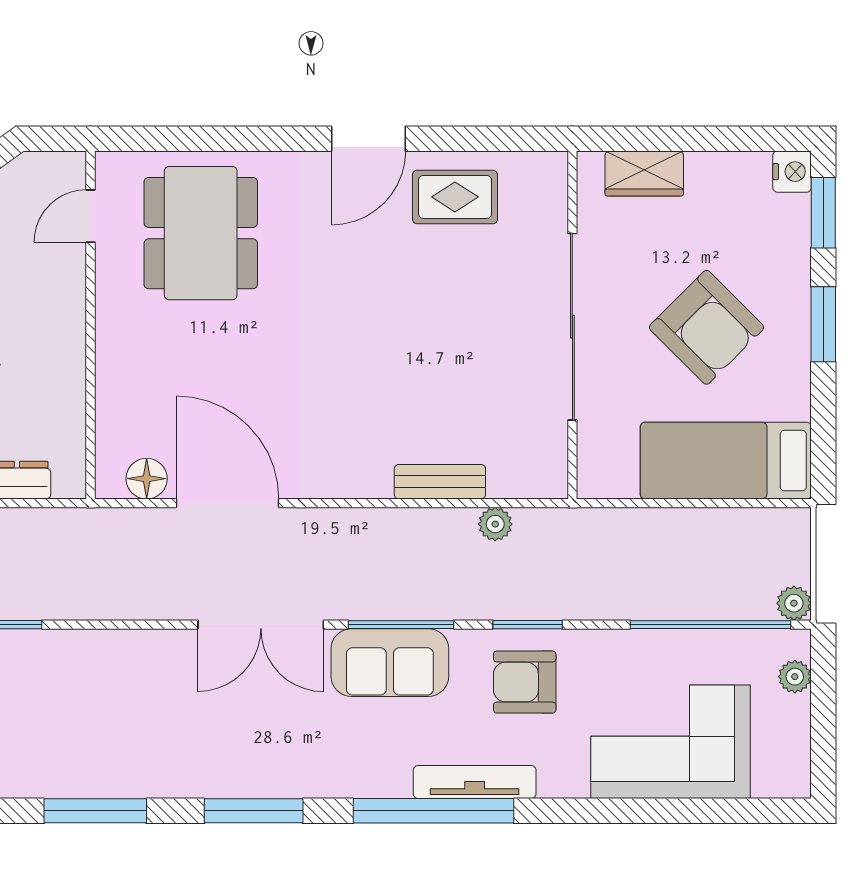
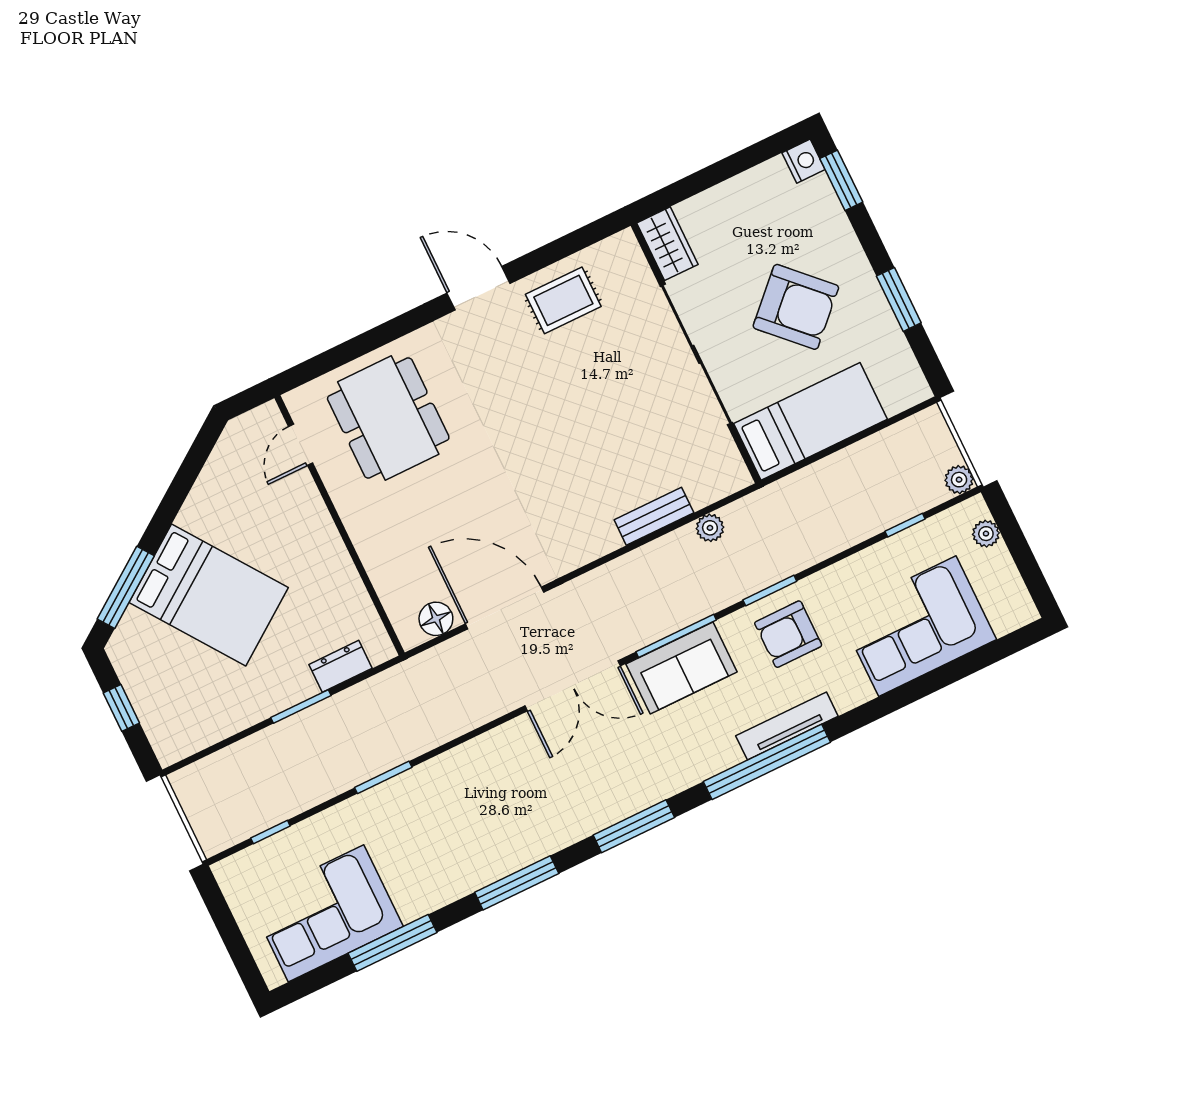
door: (368, 139) -> (478, 288), swing flipped
wardrobe: (644, 174) -> (667, 244), moved, turned -90
window: (823, 324) -> (899, 299), moved
bed: (726, 461) -> (810, 421), moved, turned 180
window: (710, 625) -> (905, 525), width x0.32

